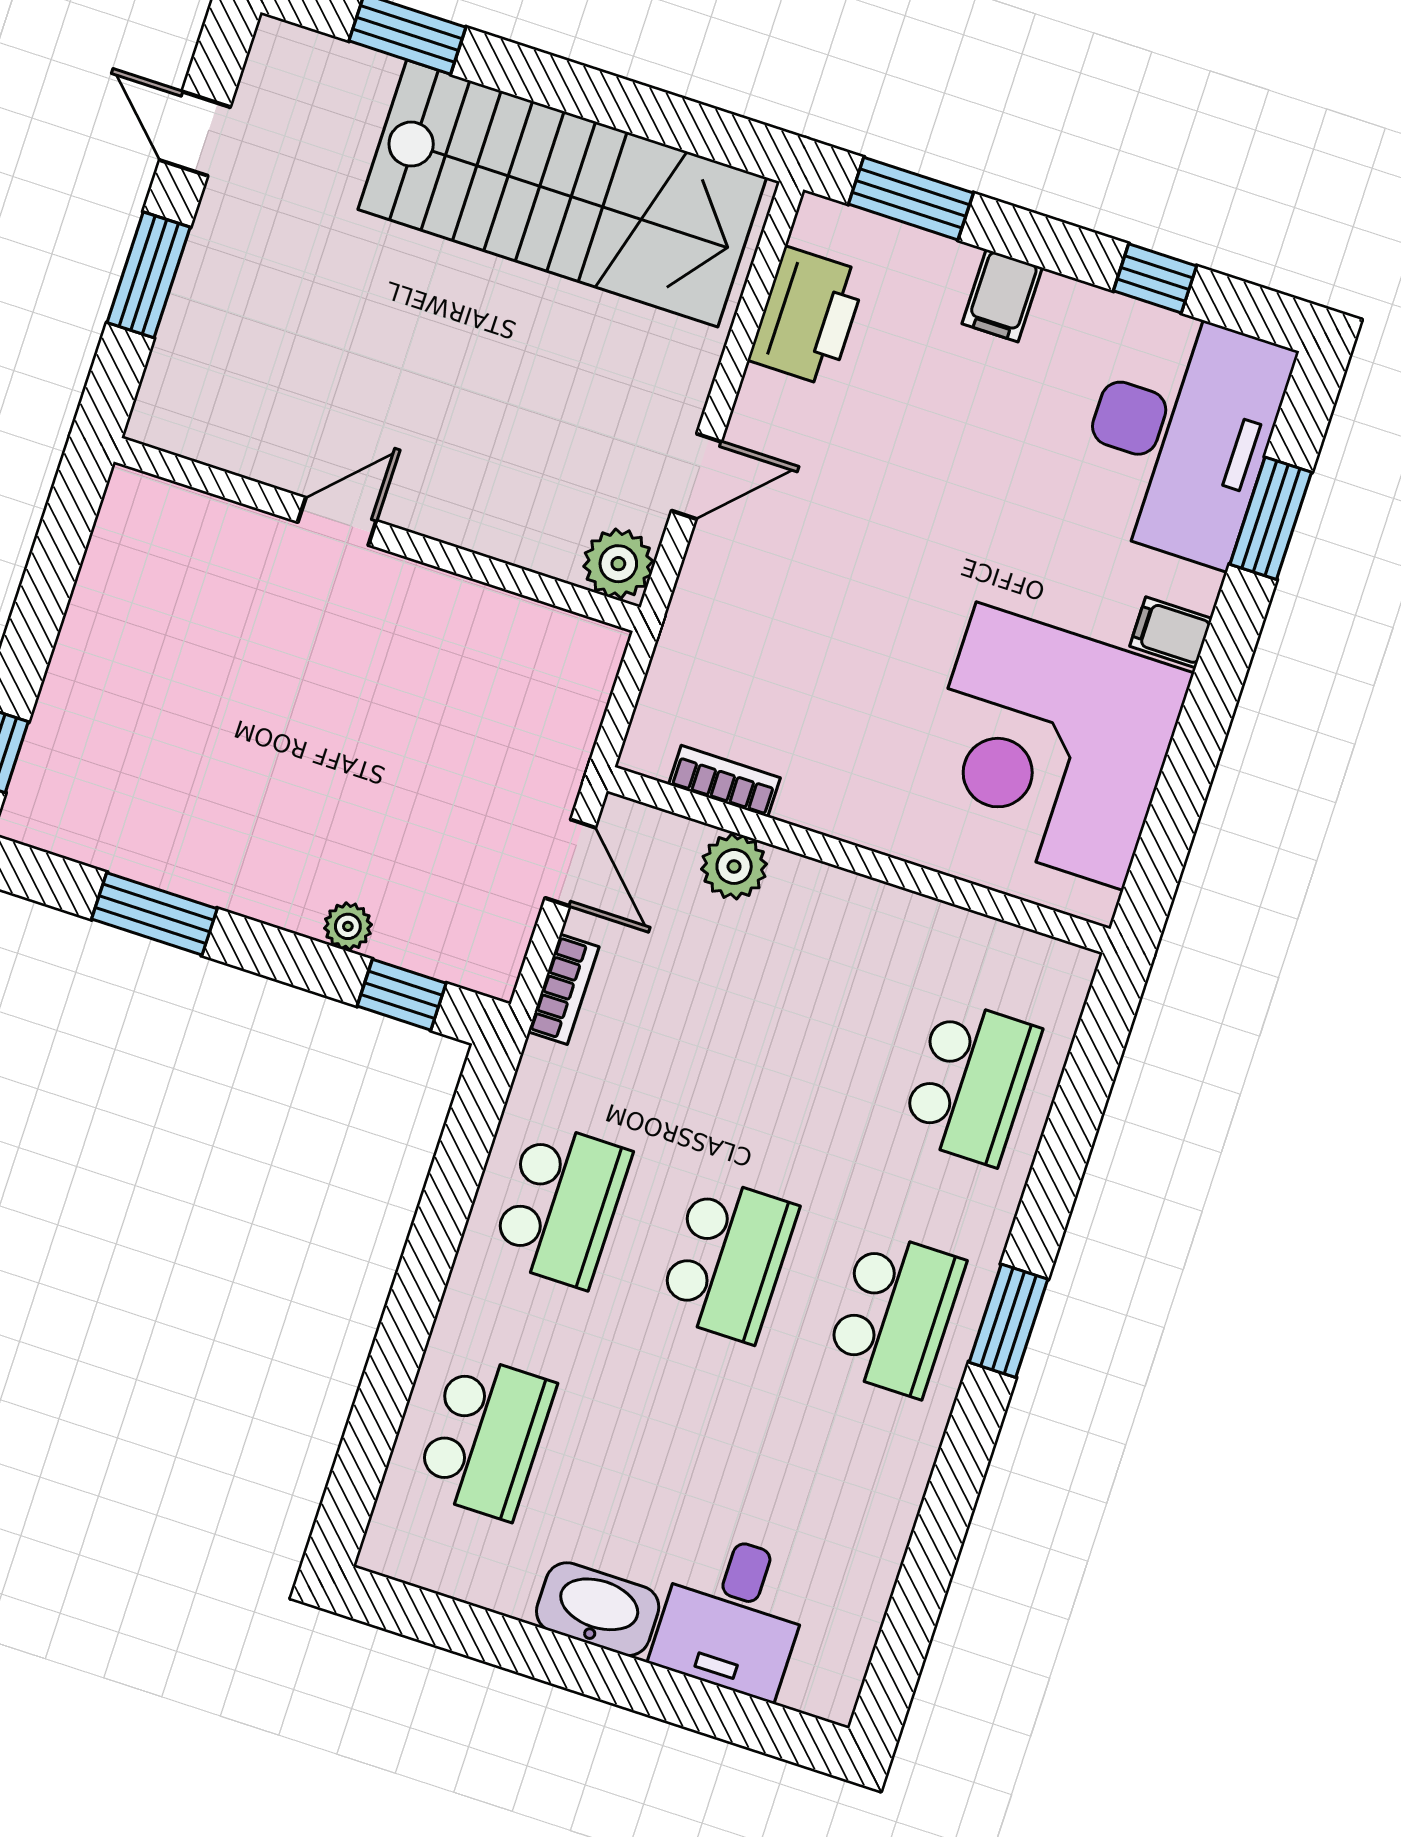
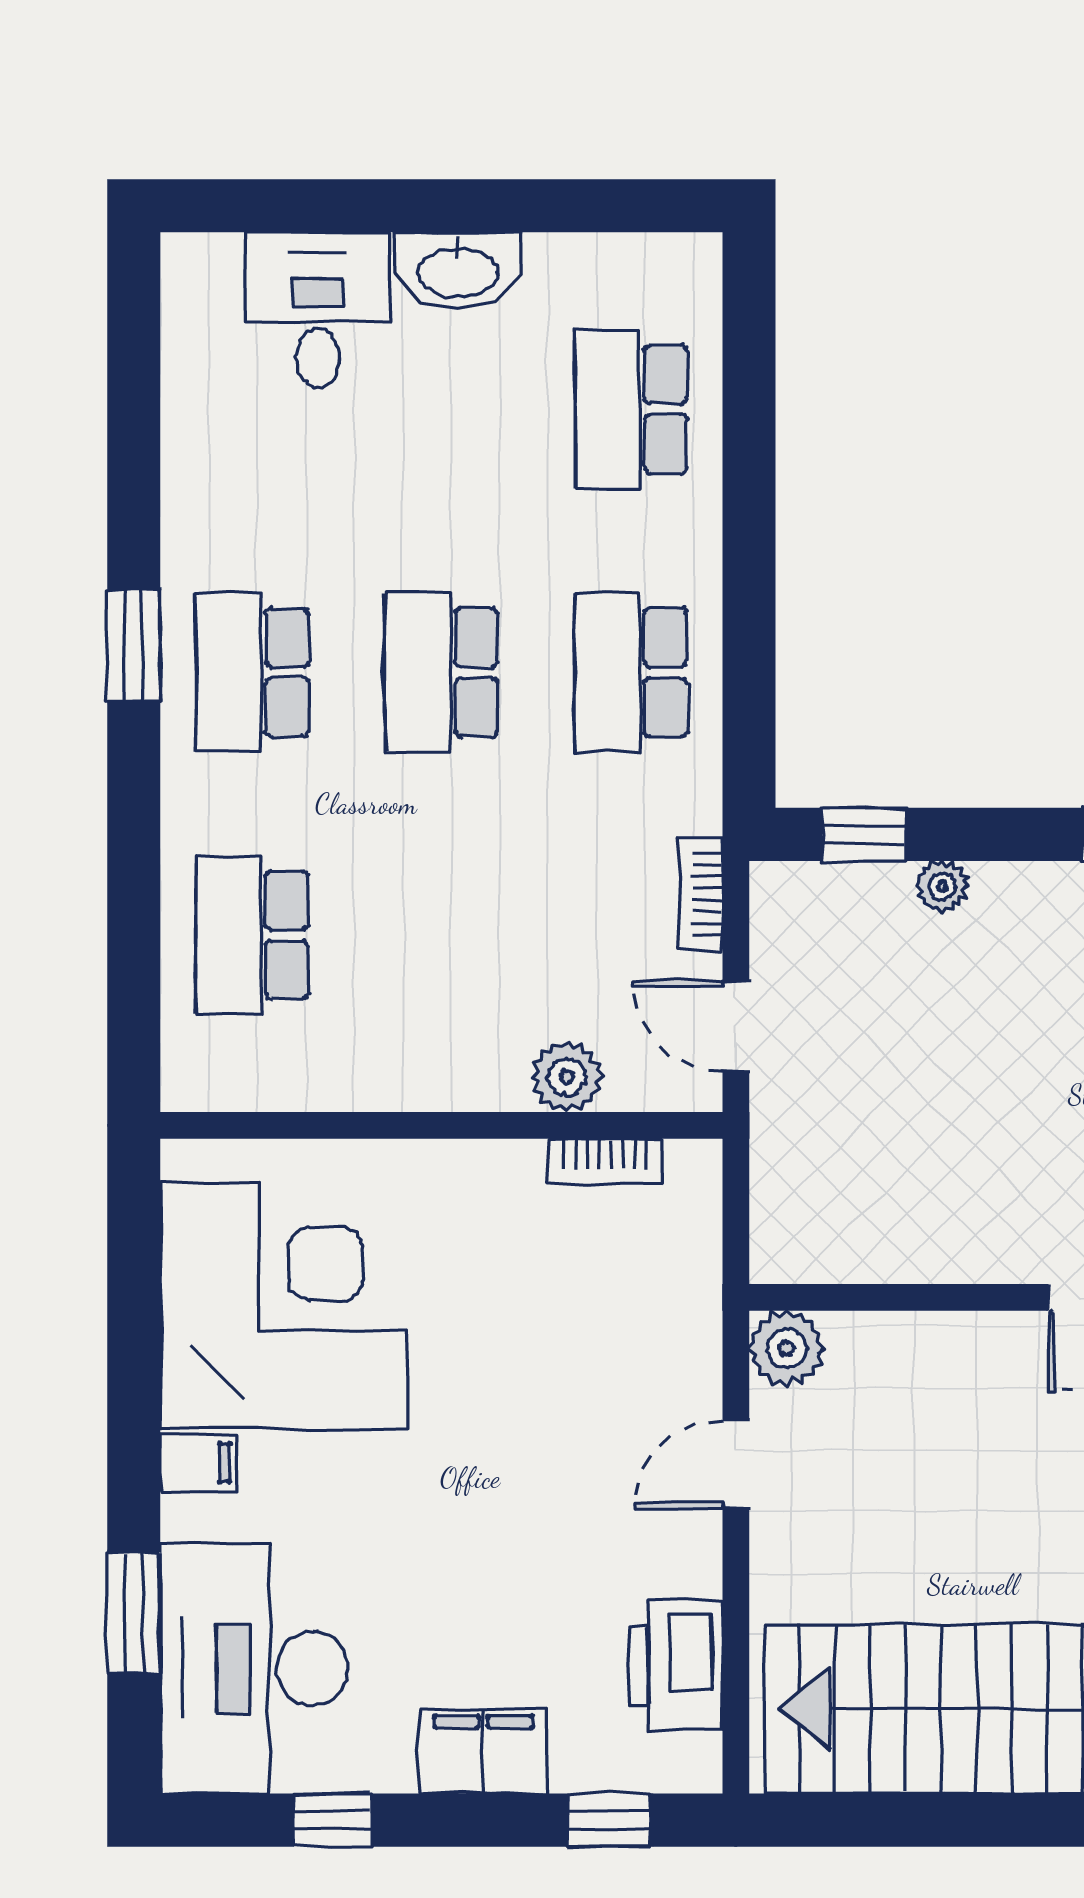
window: (911, 199) -> (609, 1820), width x0.67
filing cabinet: (1002, 296) -> (483, 1751), width x2.00
window: (1008, 1321) -> (134, 646), moved

